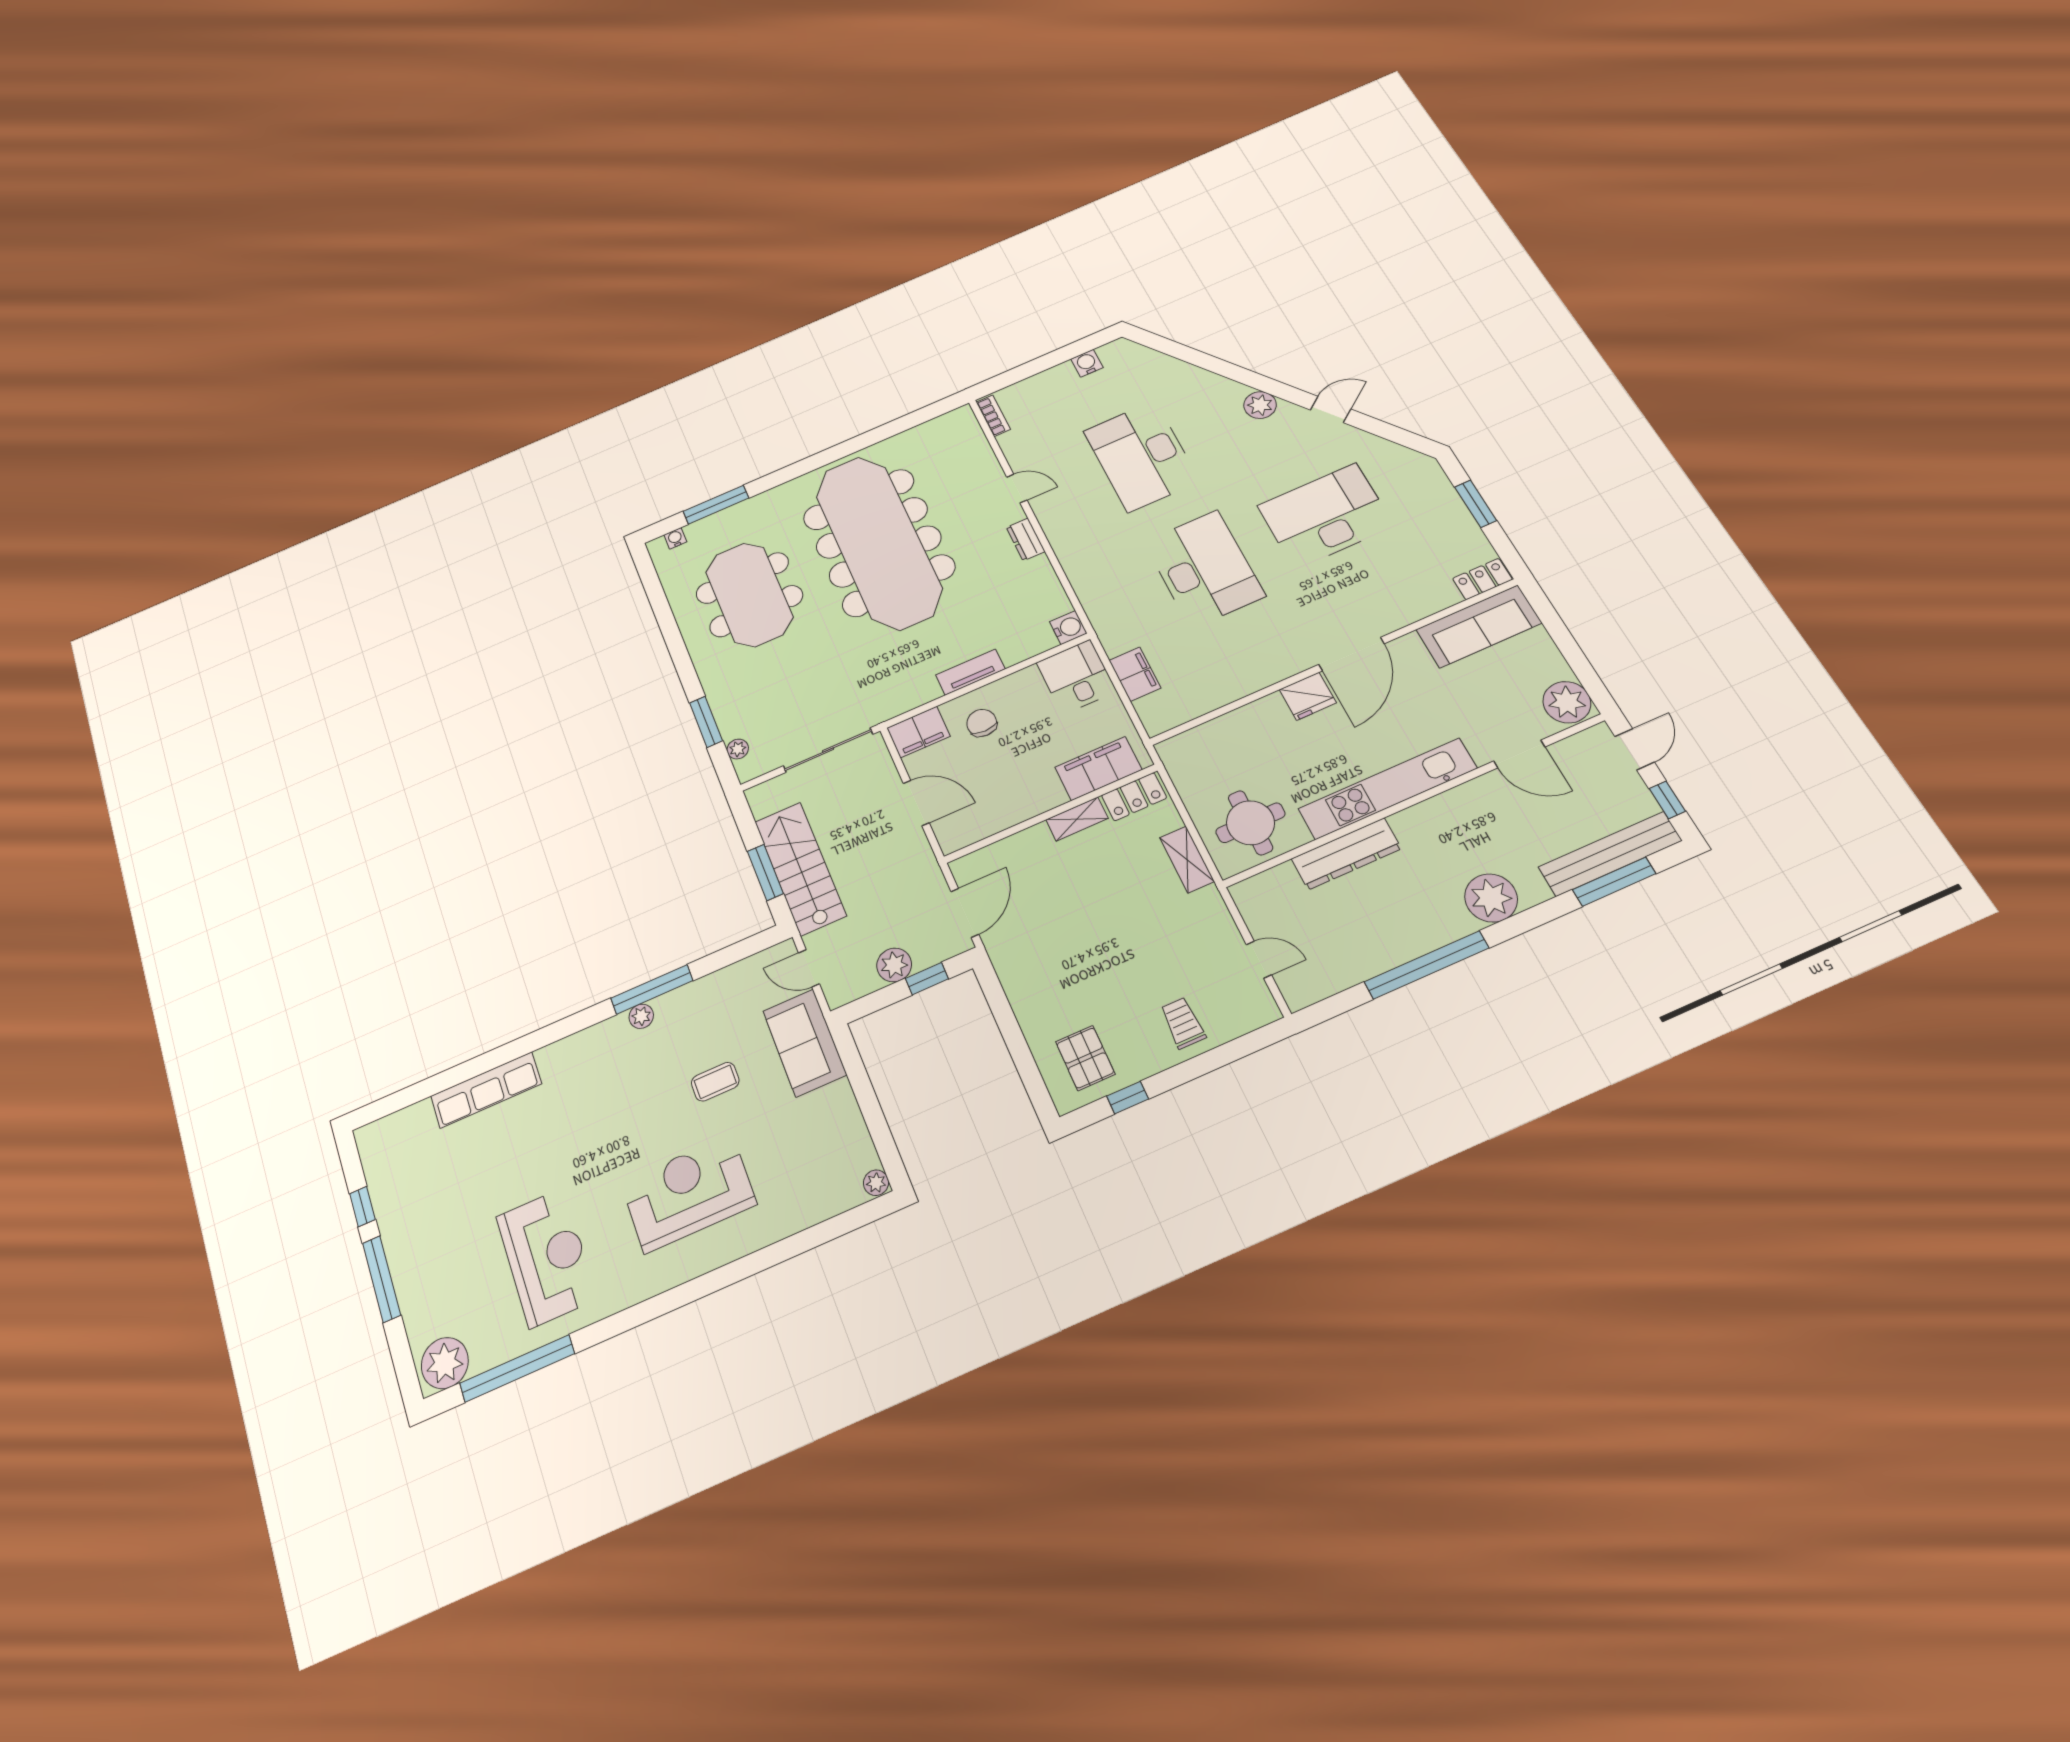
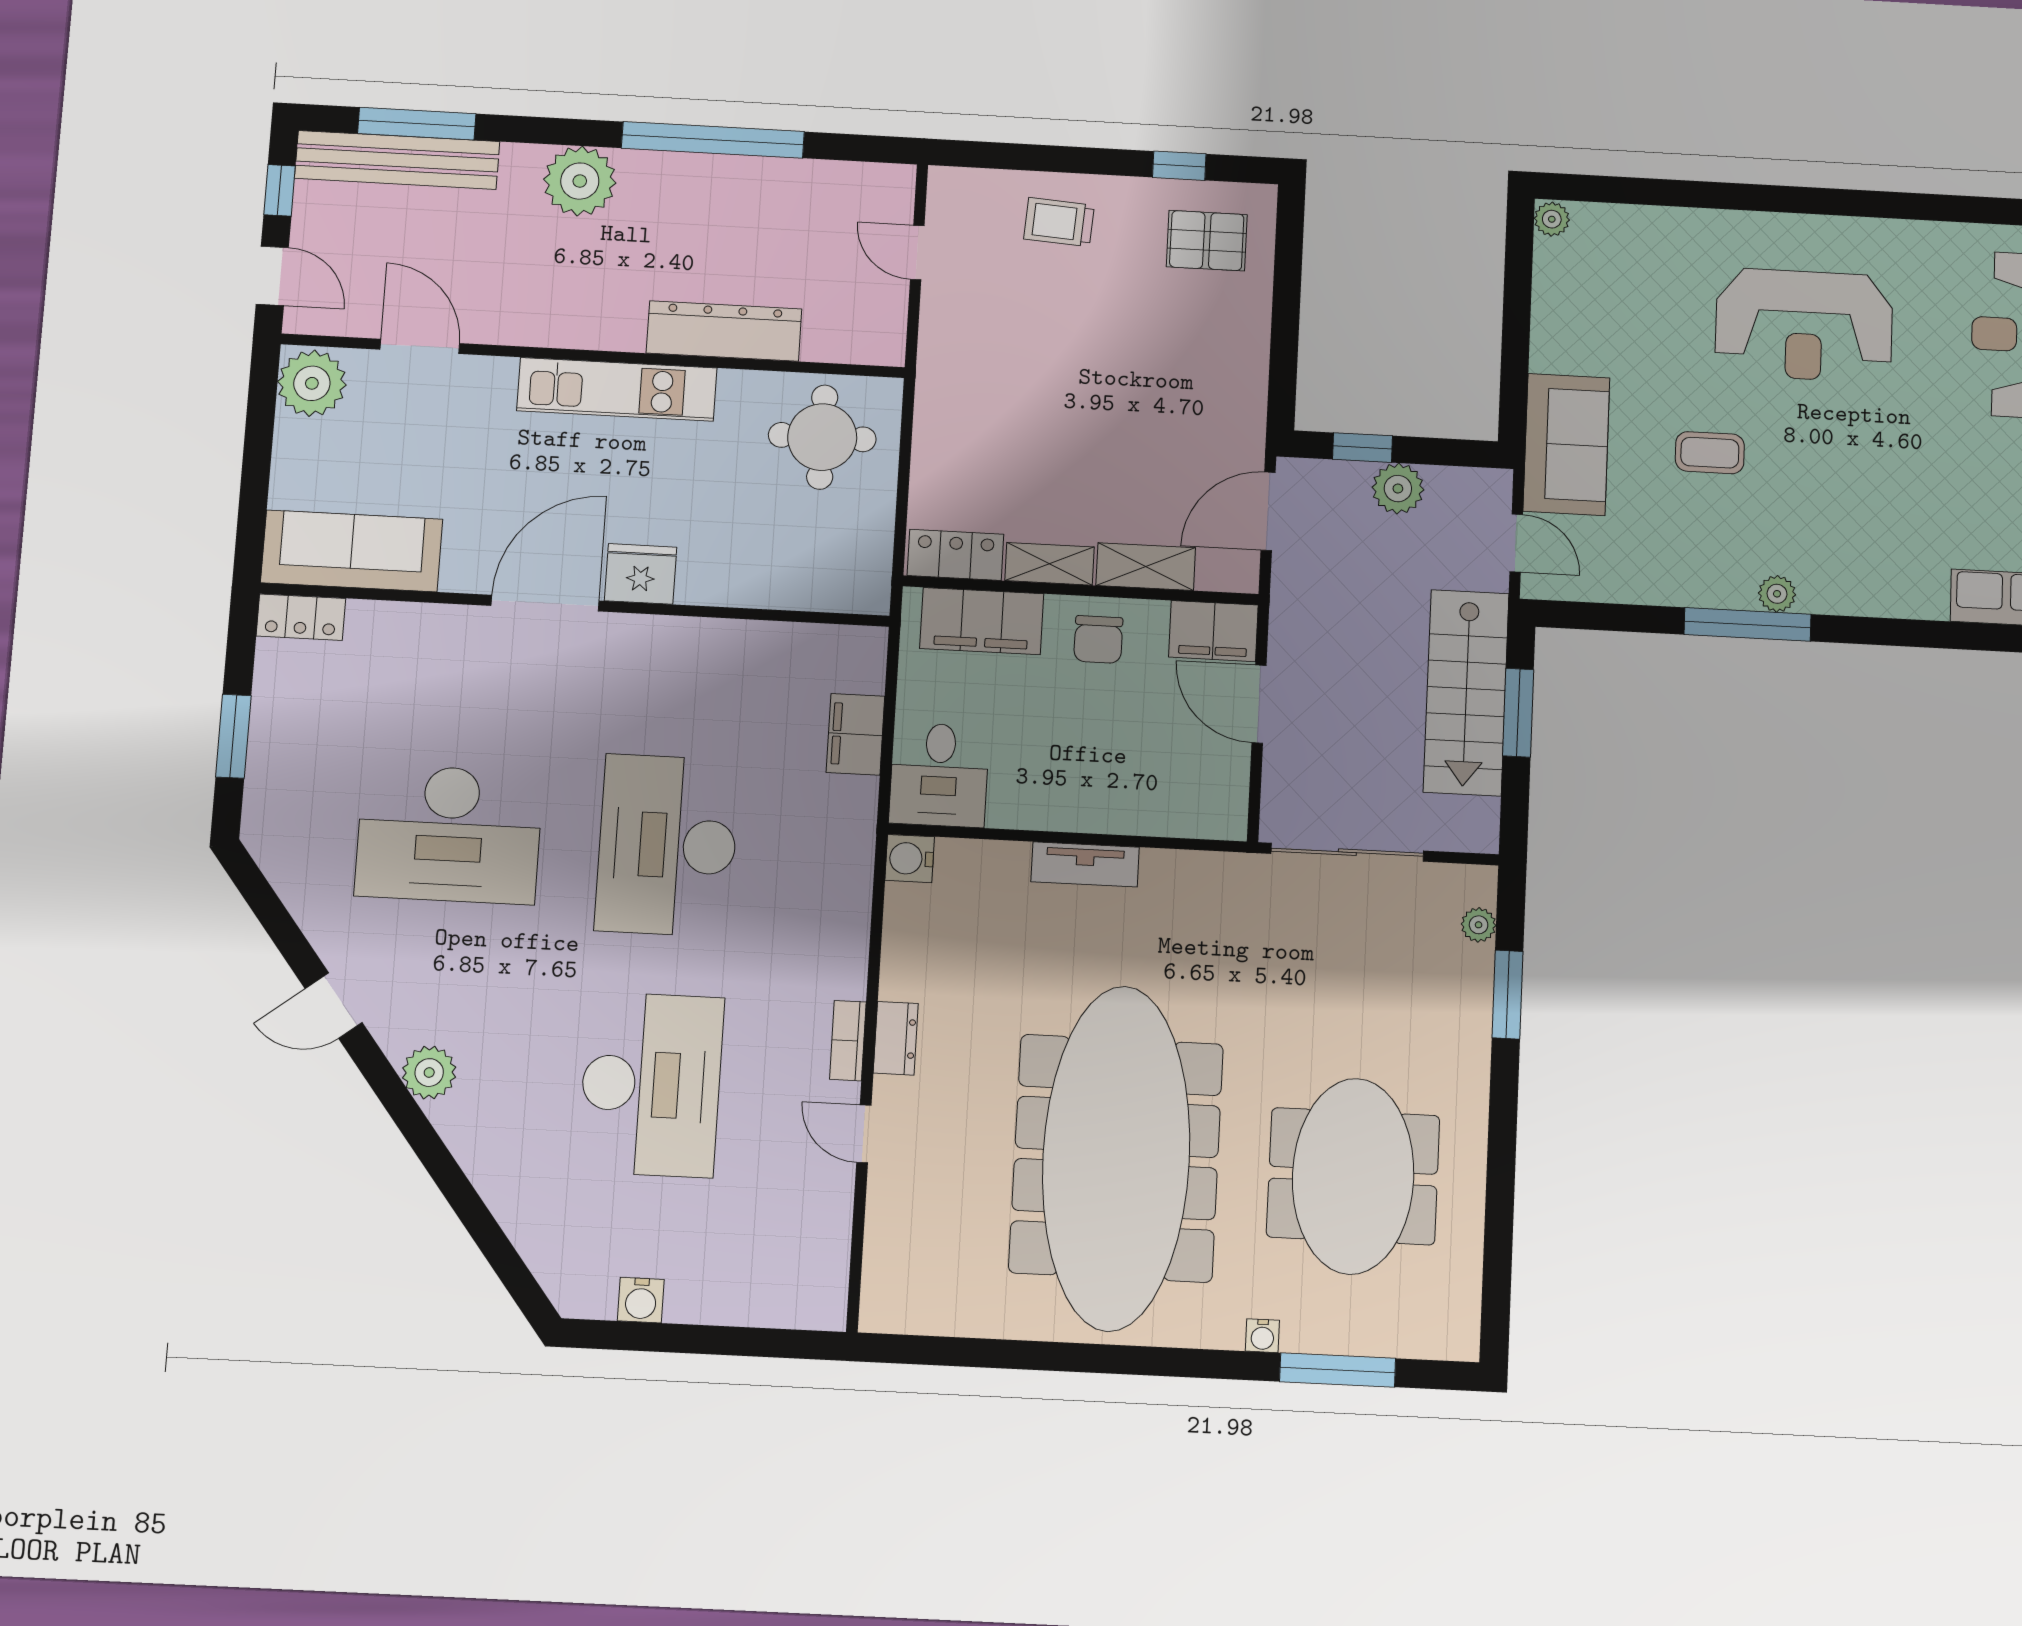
bookcase: (993, 416) -> (848, 1041), moved
water cooler: (675, 538) -> (1262, 1336), moved
chair: (982, 723) -> (1098, 639), moved
filing cabinet: (918, 732) -> (1213, 631), moved, turned 180
door: (1635, 749) -> (272, 276), swing flipped
kitchen unit: (1388, 789) -> (617, 389), width x0.73
shelving: (1187, 859) -> (1146, 567), moved, turned 90
trolley: (1183, 1023) -> (1059, 222), turned 94
pallet: (1085, 1058) -> (1207, 241), turned 90

